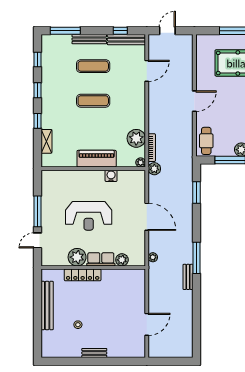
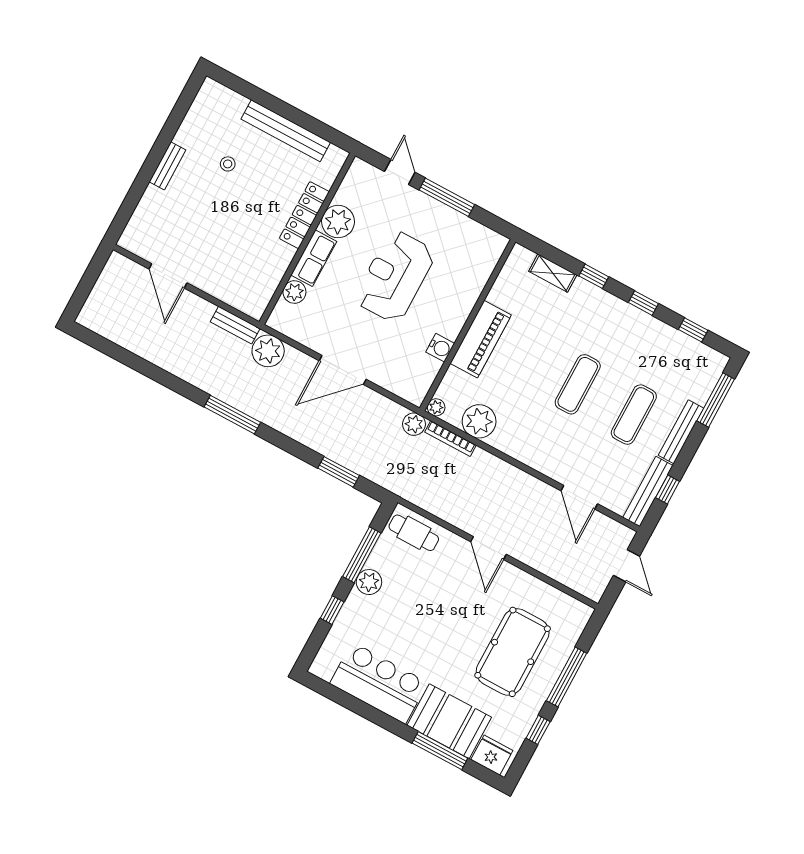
plant: (153, 257) -> (268, 351), width x1.87, depth x1.87
bench: (188, 277) -> (235, 325), moved

